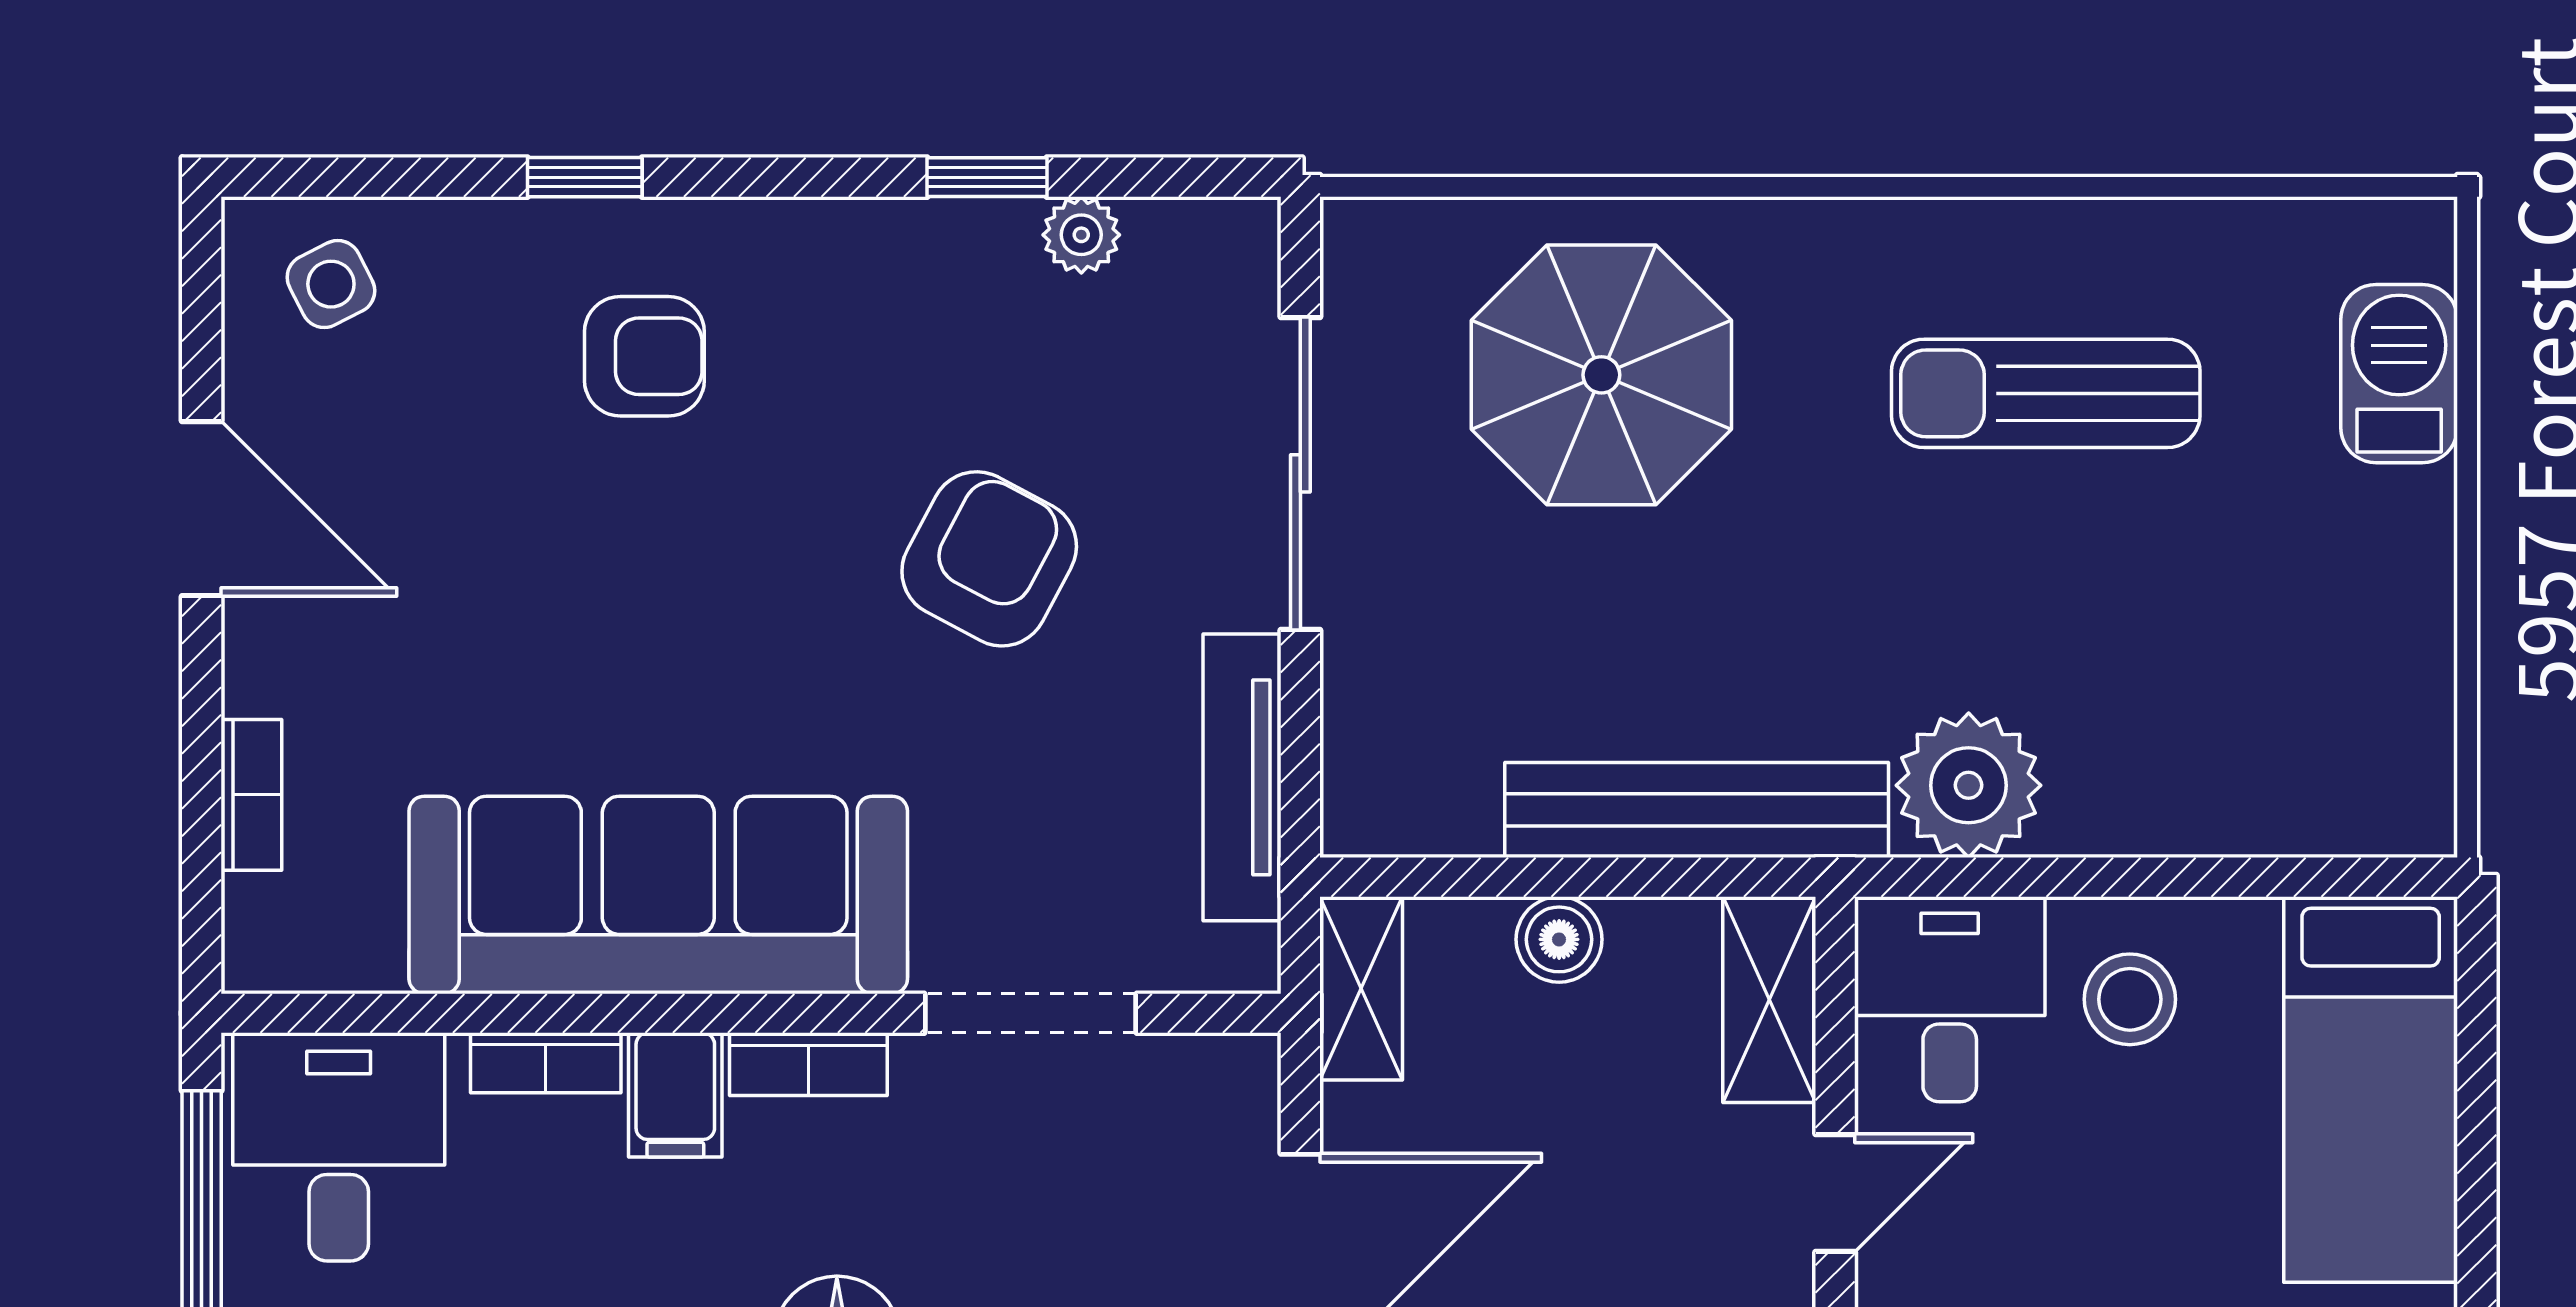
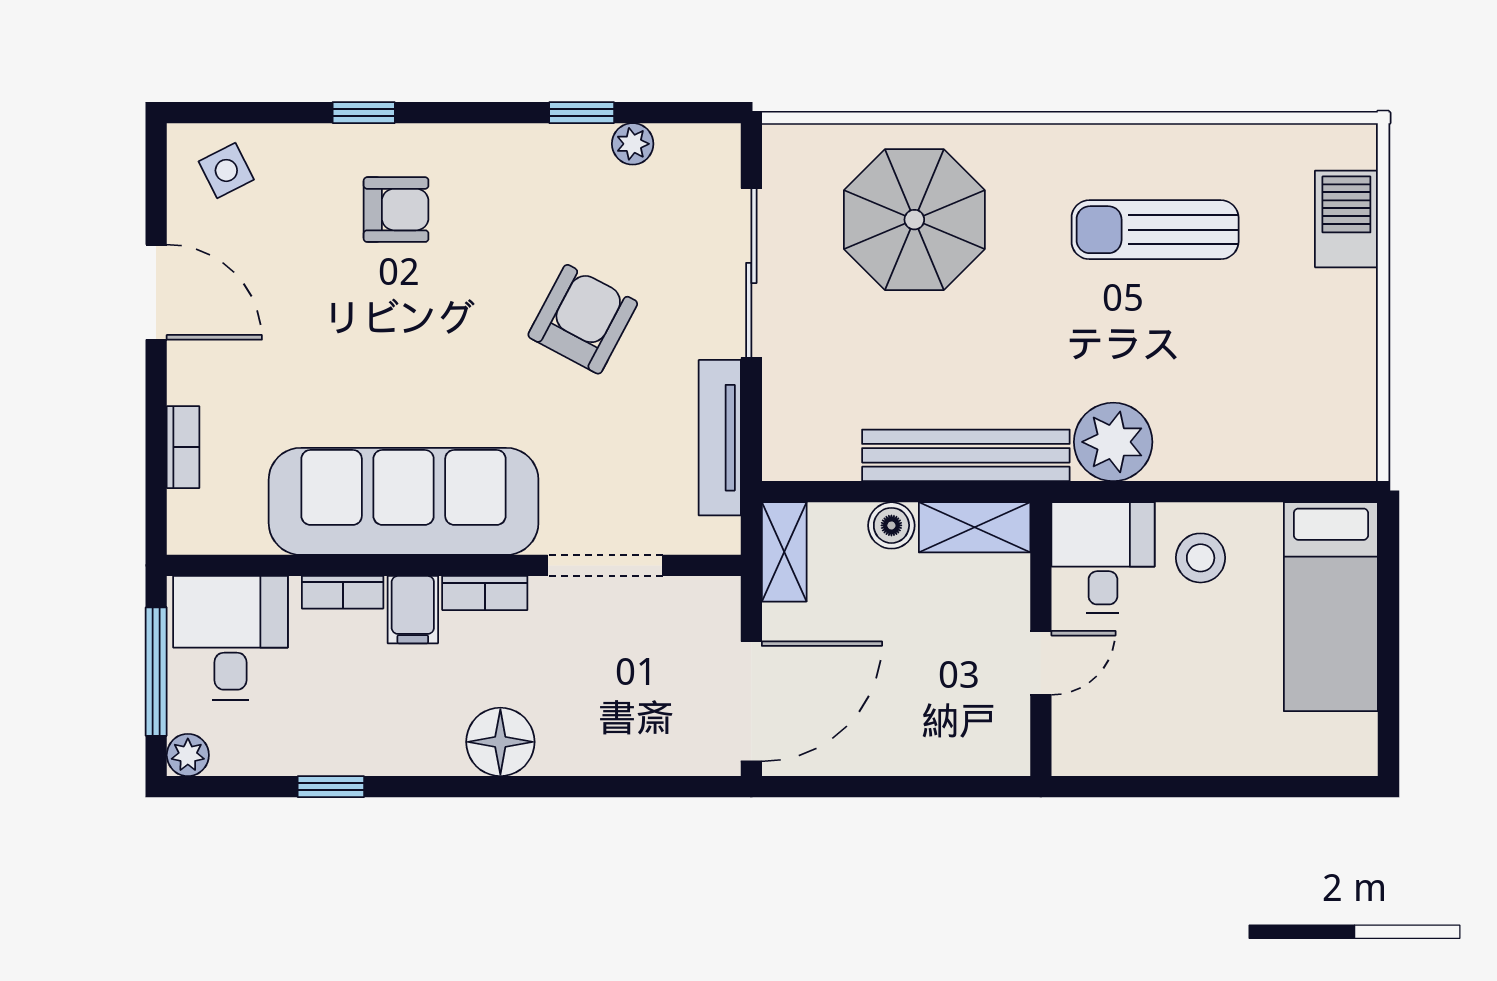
shelving: (1769, 1000) -> (975, 527), moved, turned 90

